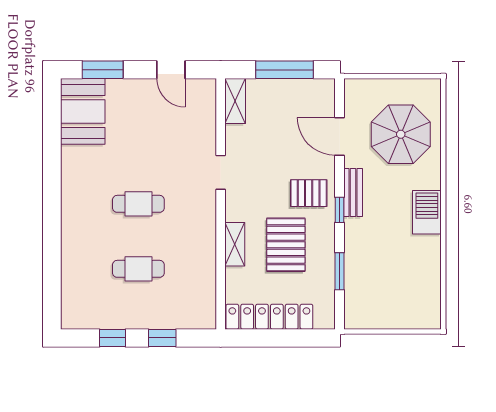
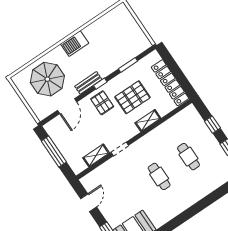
shelving: (235, 101) -> (96, 155), moved

